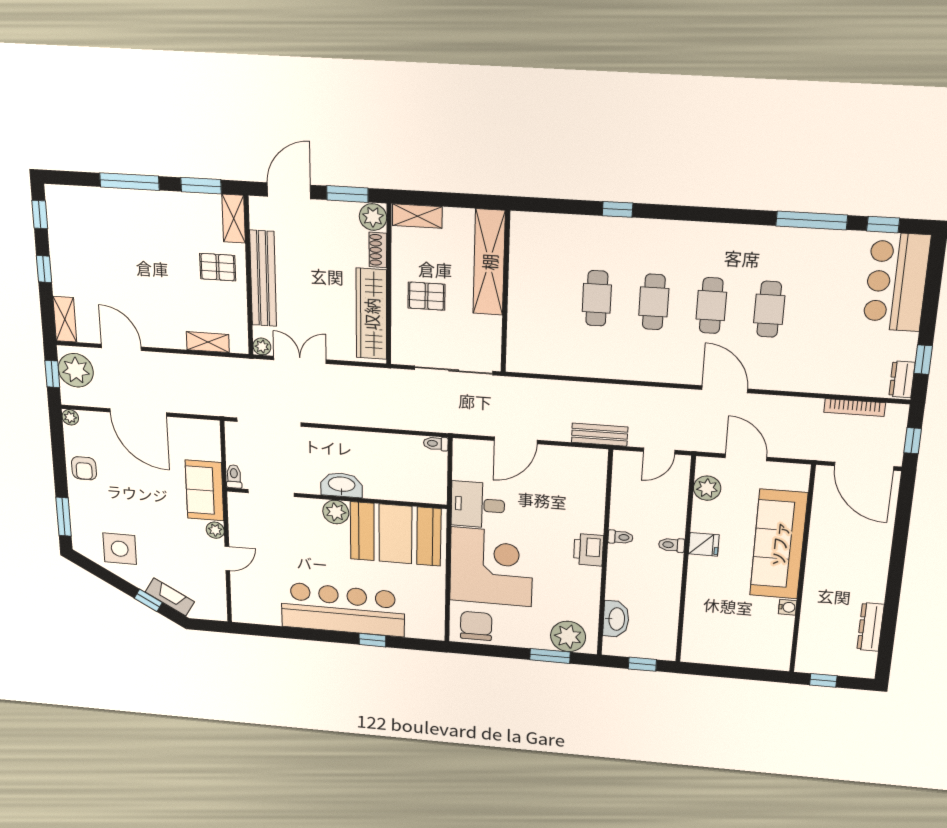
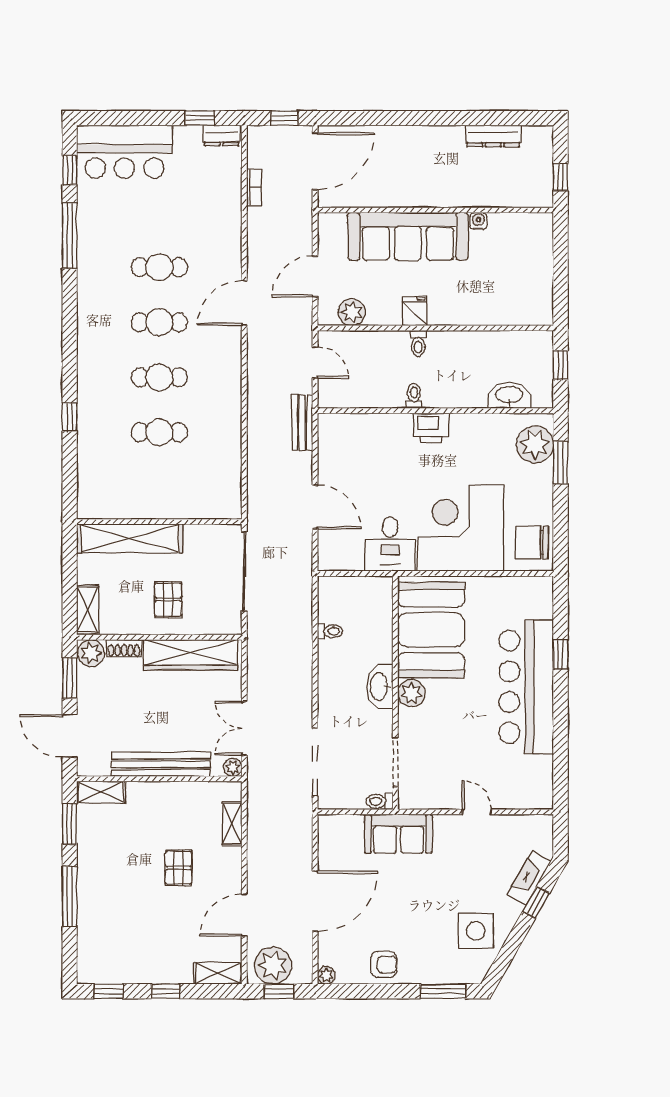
pallet: (218, 267) -> (178, 868), moved
bookcase: (855, 408) -> (254, 187), width x0.64
toilet: (436, 444) -> (330, 631), moved, turned -90
plant: (215, 530) -> (444, 824), removed

